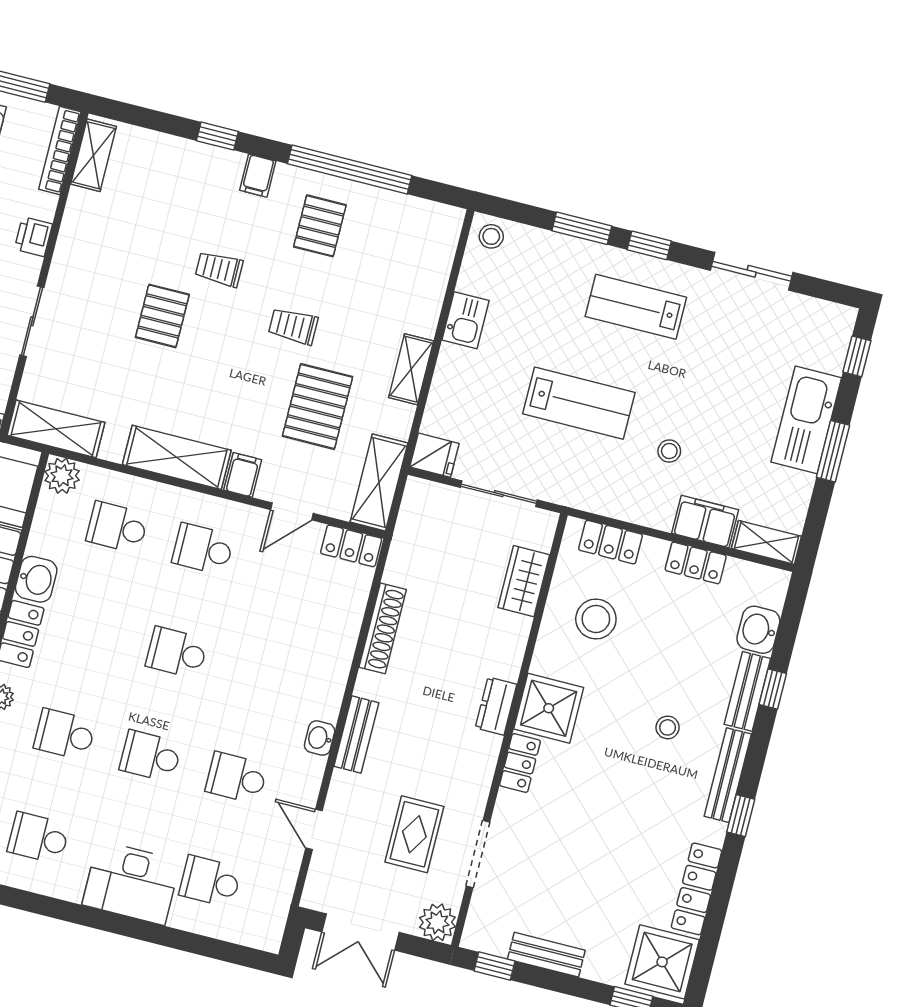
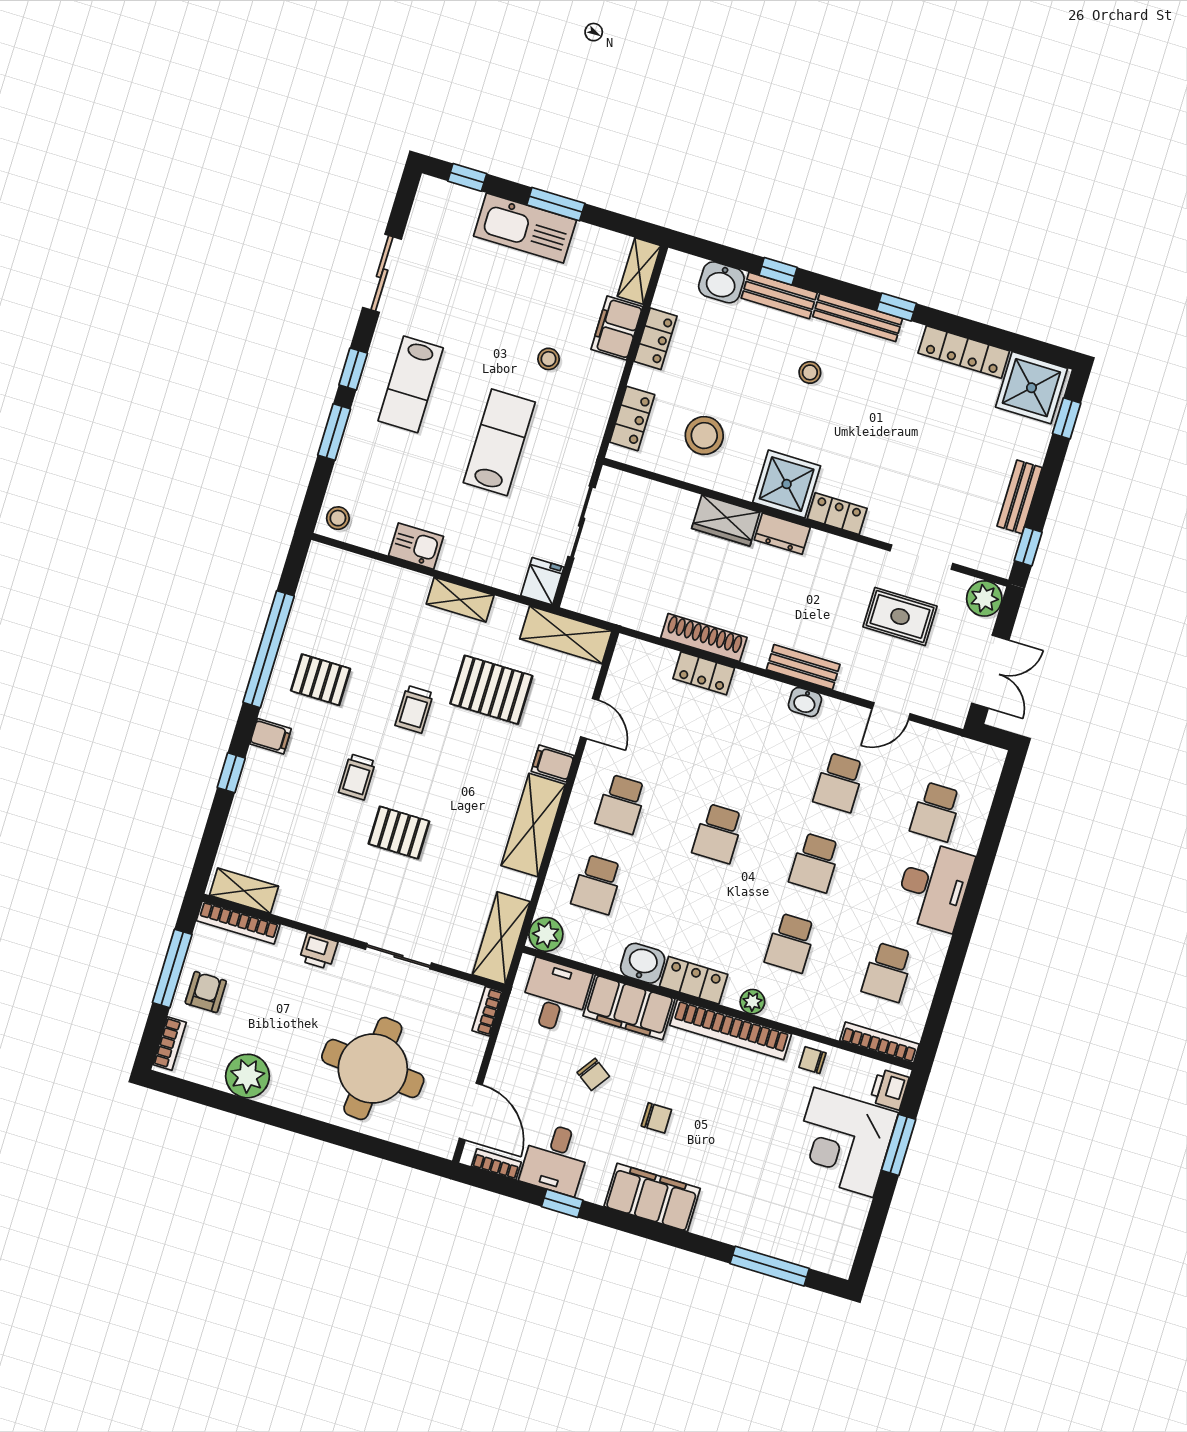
locker: (351, 546) -> (704, 673), moved, turned 90
wardrobe: (524, 581) -> (726, 520), moved

